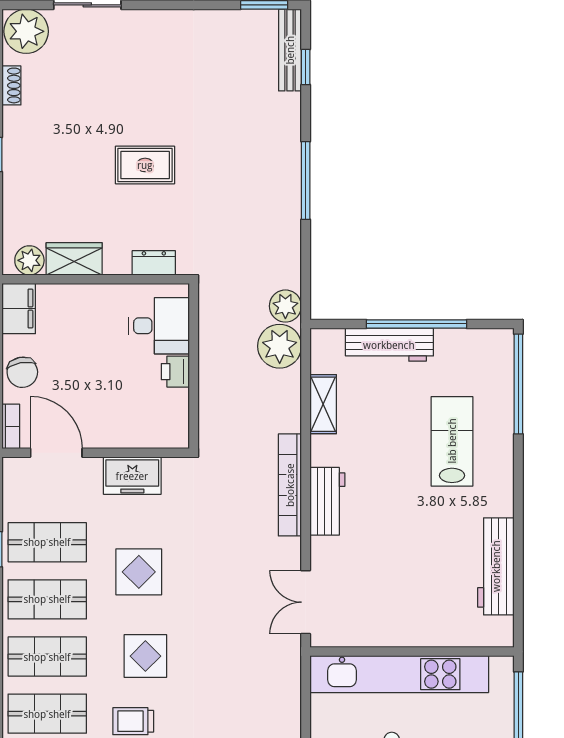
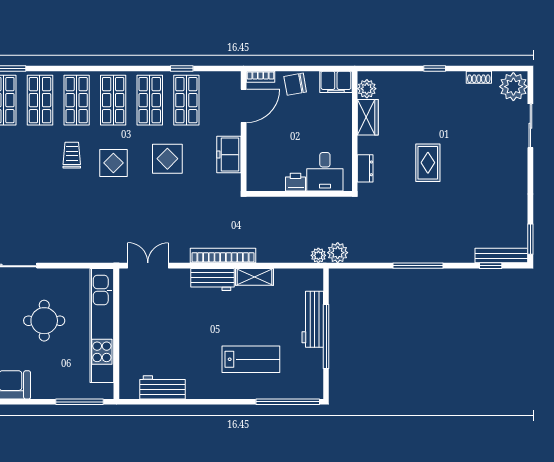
plant: (280, 346) -> (318, 255), width x0.53, depth x0.53
shelving: (323, 404) -> (255, 277), moved
workbench: (496, 566) -> (162, 387), width x0.73

